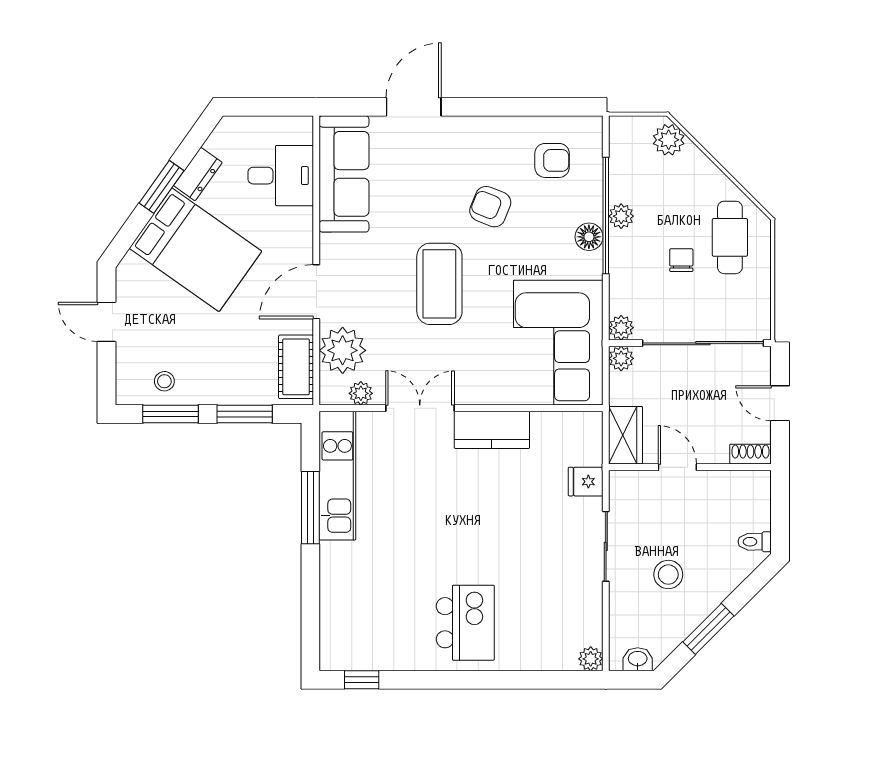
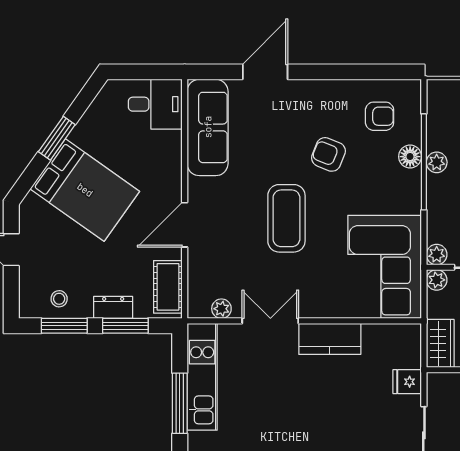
dresser: (198, 174) -> (113, 307), moved, turned -125
desk: (281, 176) -> (155, 104), moved
floor lamp: (589, 237) -> (410, 157), moved
plant: (343, 350) -> (206, 273), removed

